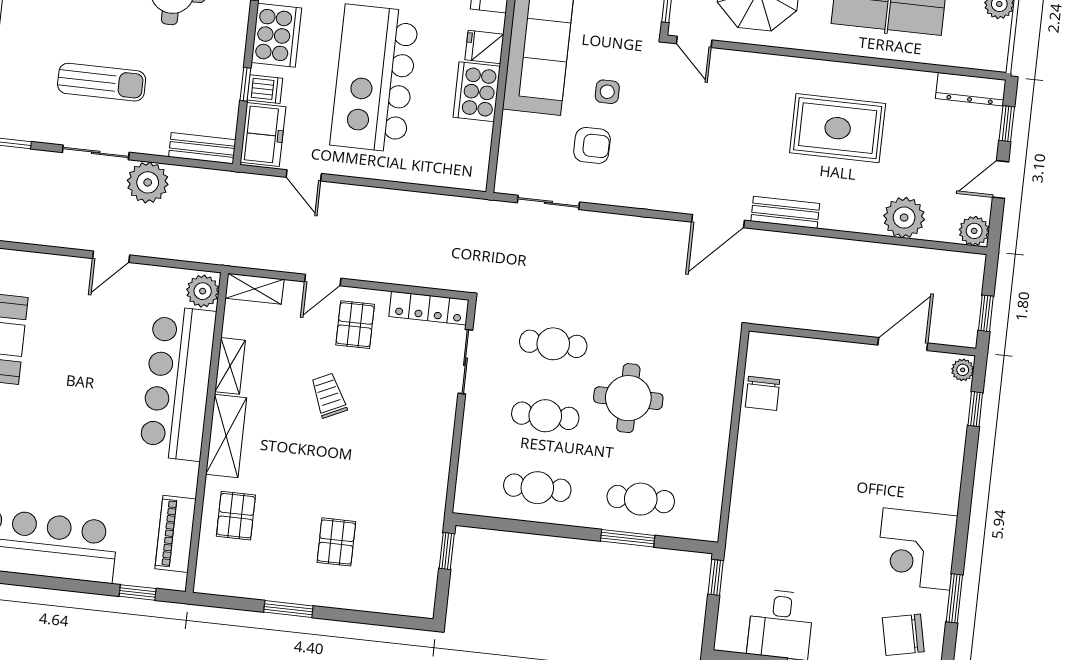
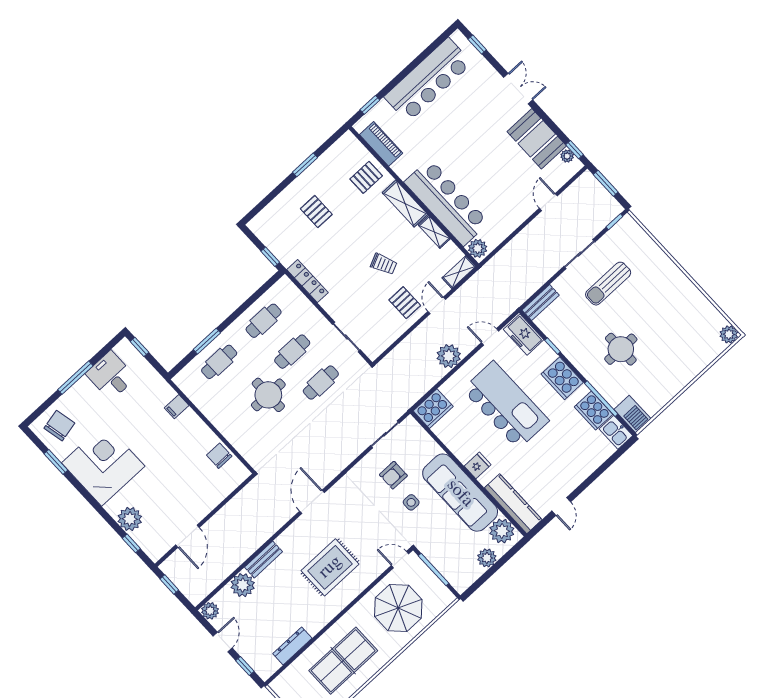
dishwasher: (265, 89) -> (543, 353), removed
dresser: (971, 89) -> (292, 646), moved
cooker: (477, 92) -> (433, 409), moved, turned 90
rug: (838, 128) -> (330, 567), moved
plant: (148, 182) -> (449, 356), moved
bench: (785, 212) -> (263, 559), moved
door: (111, 257) -> (548, 202), moved
locker: (429, 308) -> (307, 281), moved, turned 90
plant: (963, 370) -> (130, 519), moved, width x1.87, depth x1.87
filing cabinet: (747, 504) -> (177, 407), added
pallet: (236, 516) -> (366, 177), turned 90
corner desk: (916, 549) -> (103, 465), width x1.36, depth x1.36
window: (716, 577) -> (139, 347), moved

